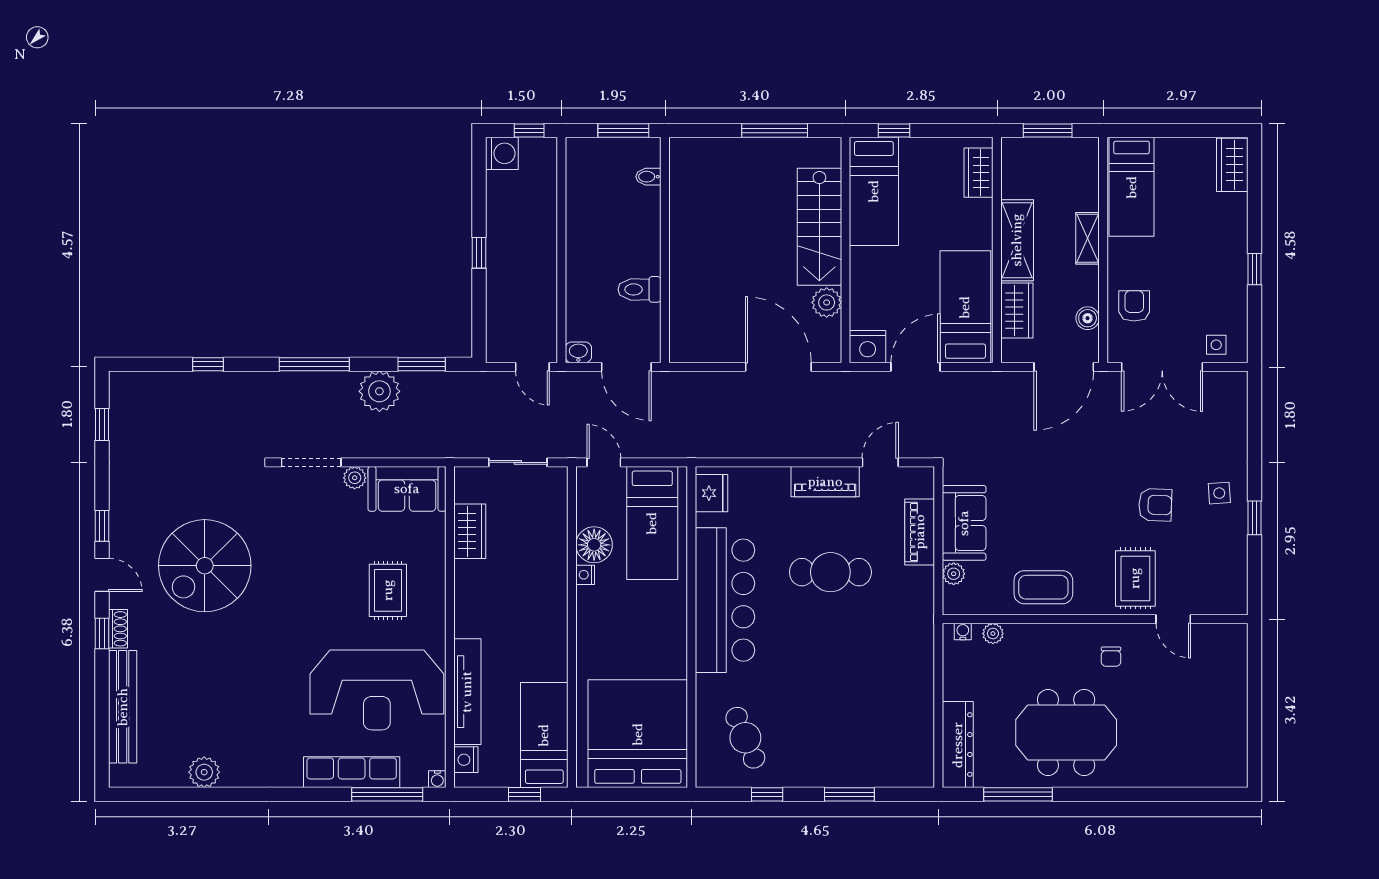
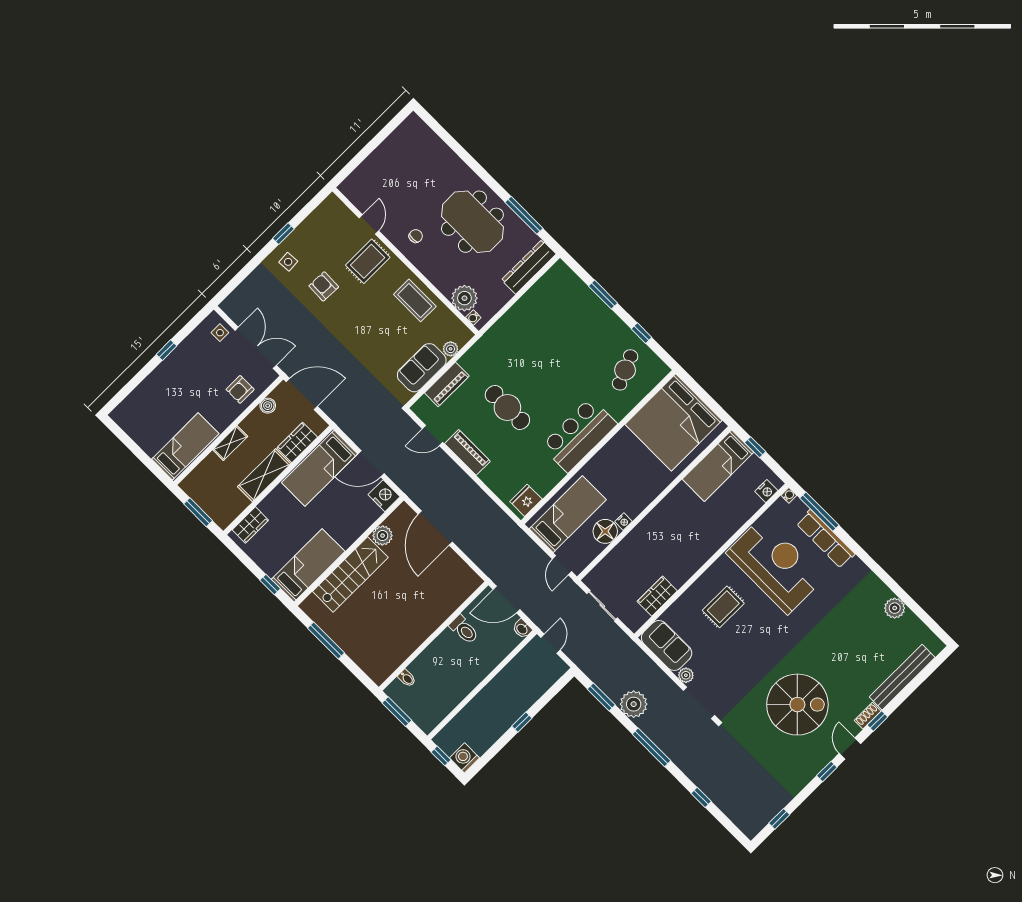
wardrobe: (1232, 165) -> (128, 409), removed
door: (626, 367) -> (507, 600), swing flipped
bar counter: (725, 600) -> (579, 435), width x0.73
plant: (993, 634) -> (464, 298), width x1.88, depth x1.88
tv unit: (467, 692) -> (734, 522), removed

